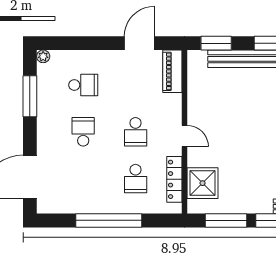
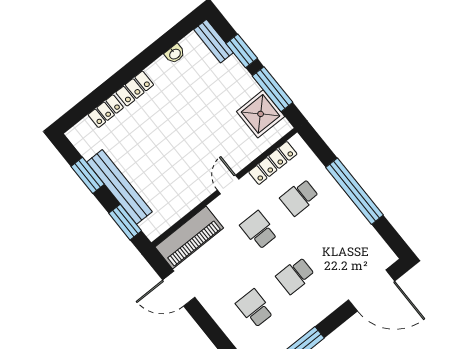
piano: (172, 71) -> (189, 237), width x1.37, depth x1.33
school desk: (136, 132) -> (259, 230), turned -90
school desk: (136, 179) -> (299, 197), turned 180
shower: (203, 183) -> (261, 114), moved

